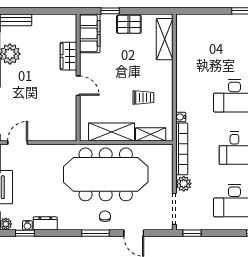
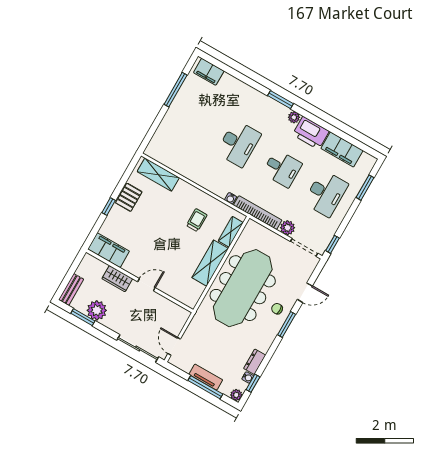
filing cabinet: (90, 33) -> (108, 250), moved
wardrobe: (69, 56) -> (117, 279), moved
wall: (78, 77) -> (140, 281), moved
door: (78, 86) -> (146, 285), moved

